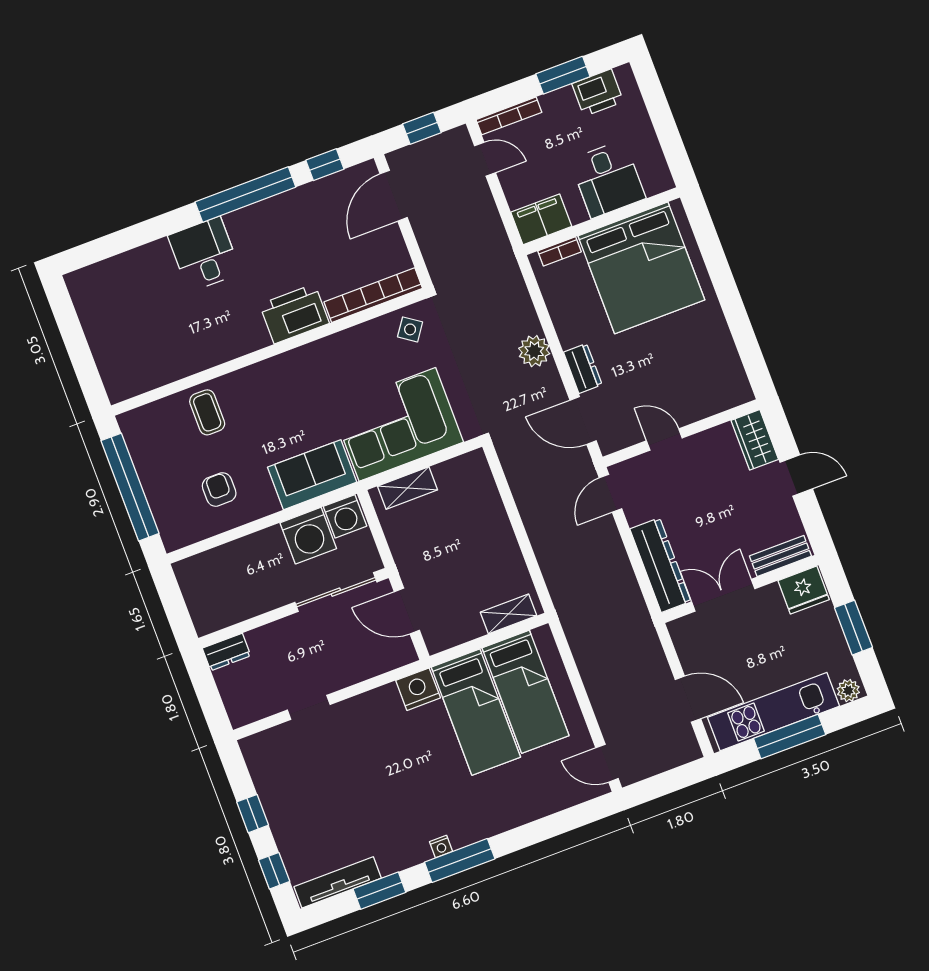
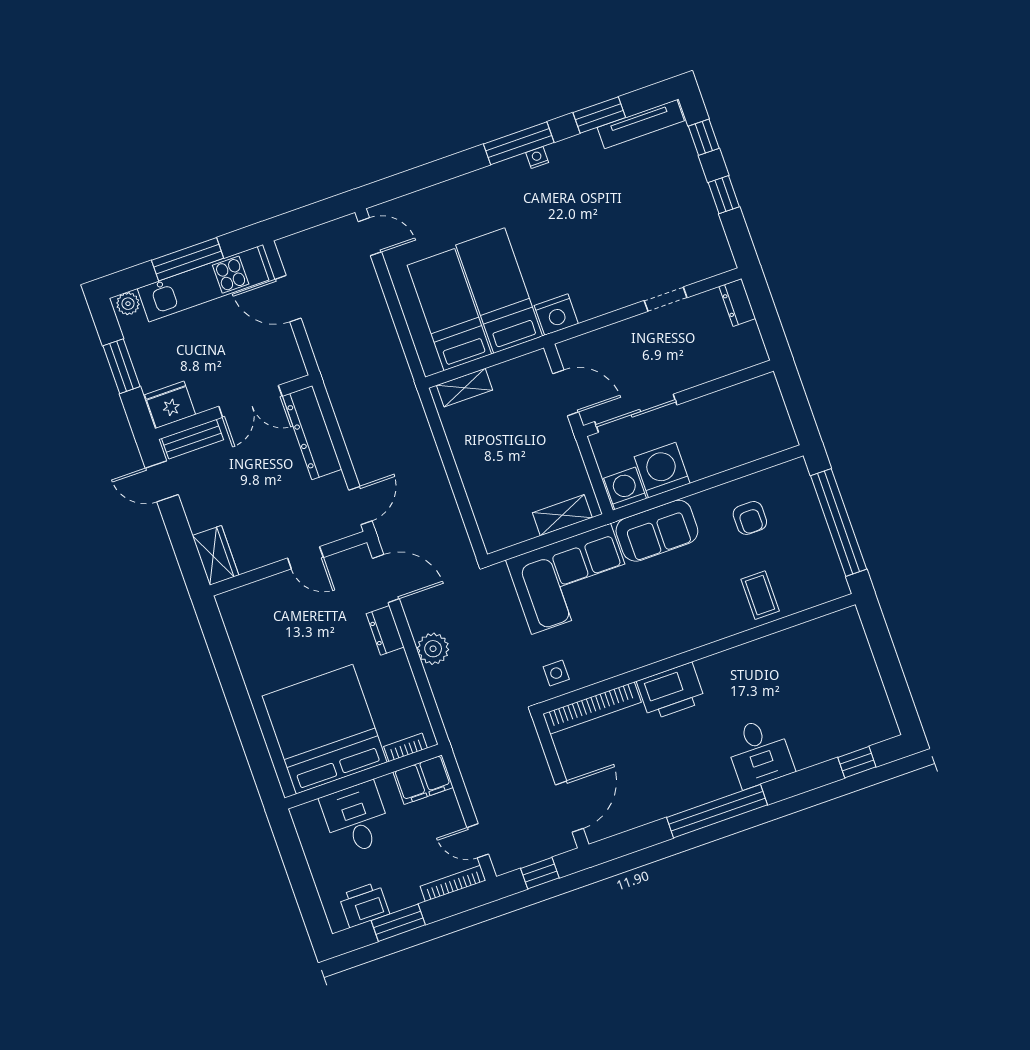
window: (325, 165) -> (857, 762), moved
side table: (410, 329) -> (556, 673), turned -35
door: (796, 476) -> (162, 481), moved
dresser: (227, 652) -> (737, 302), moved, turned -90

